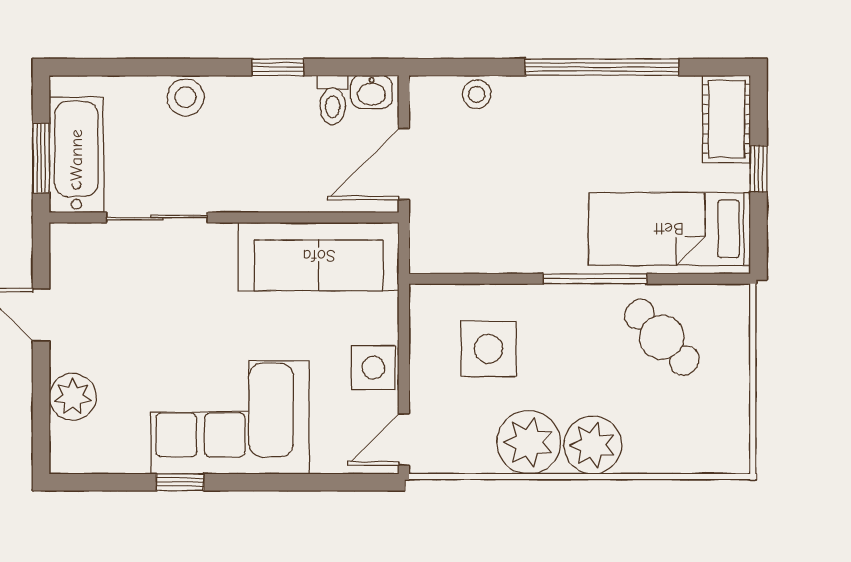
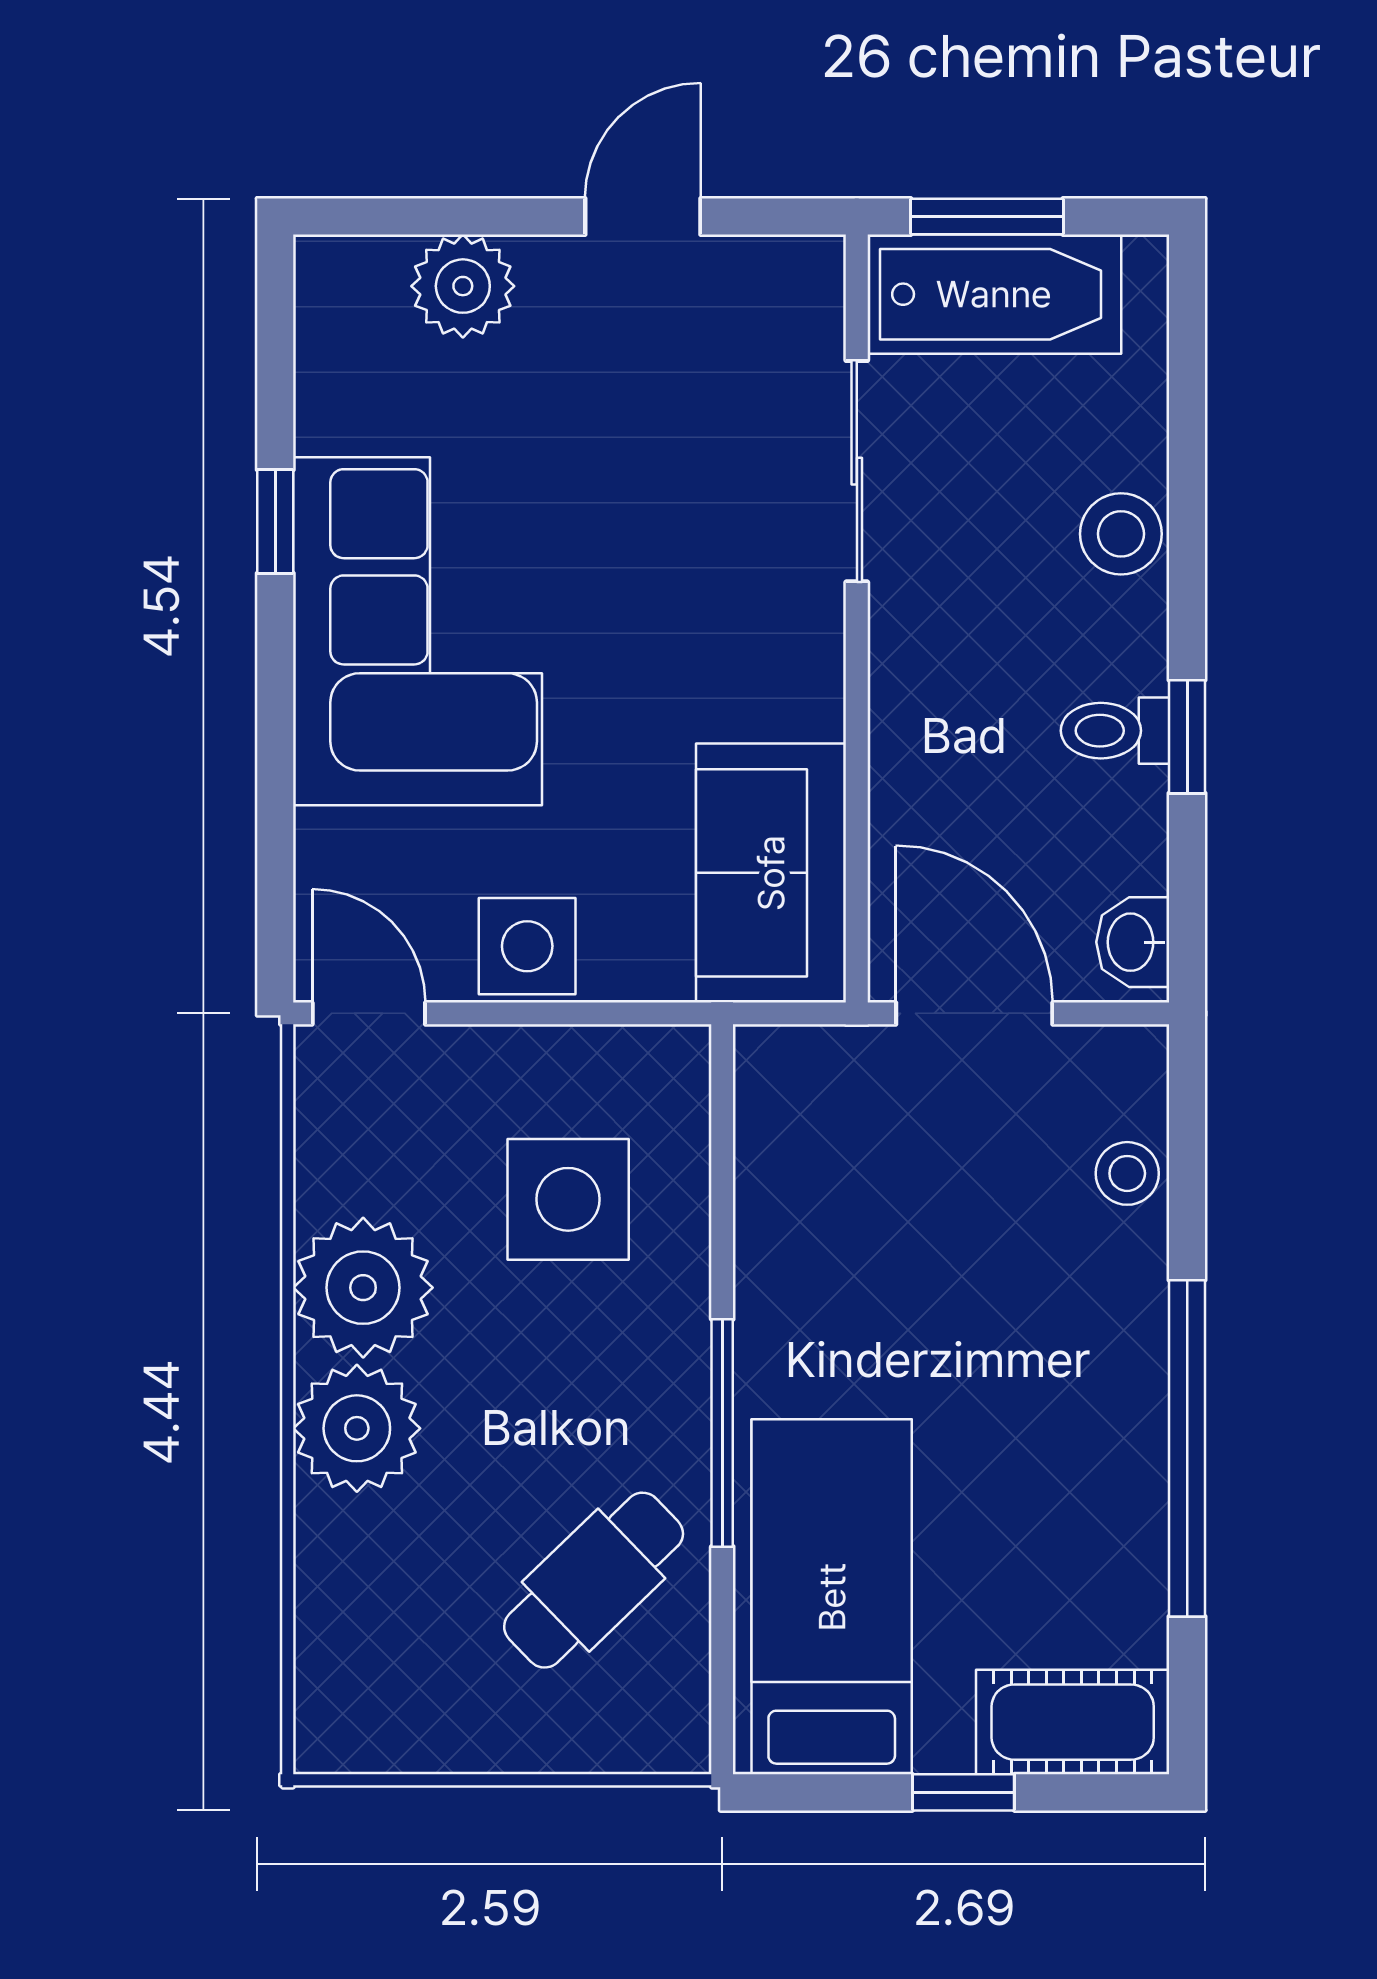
toilet: (333, 100) -> (1115, 731), moved
sofa: (319, 256) -> (771, 873), width x0.73

